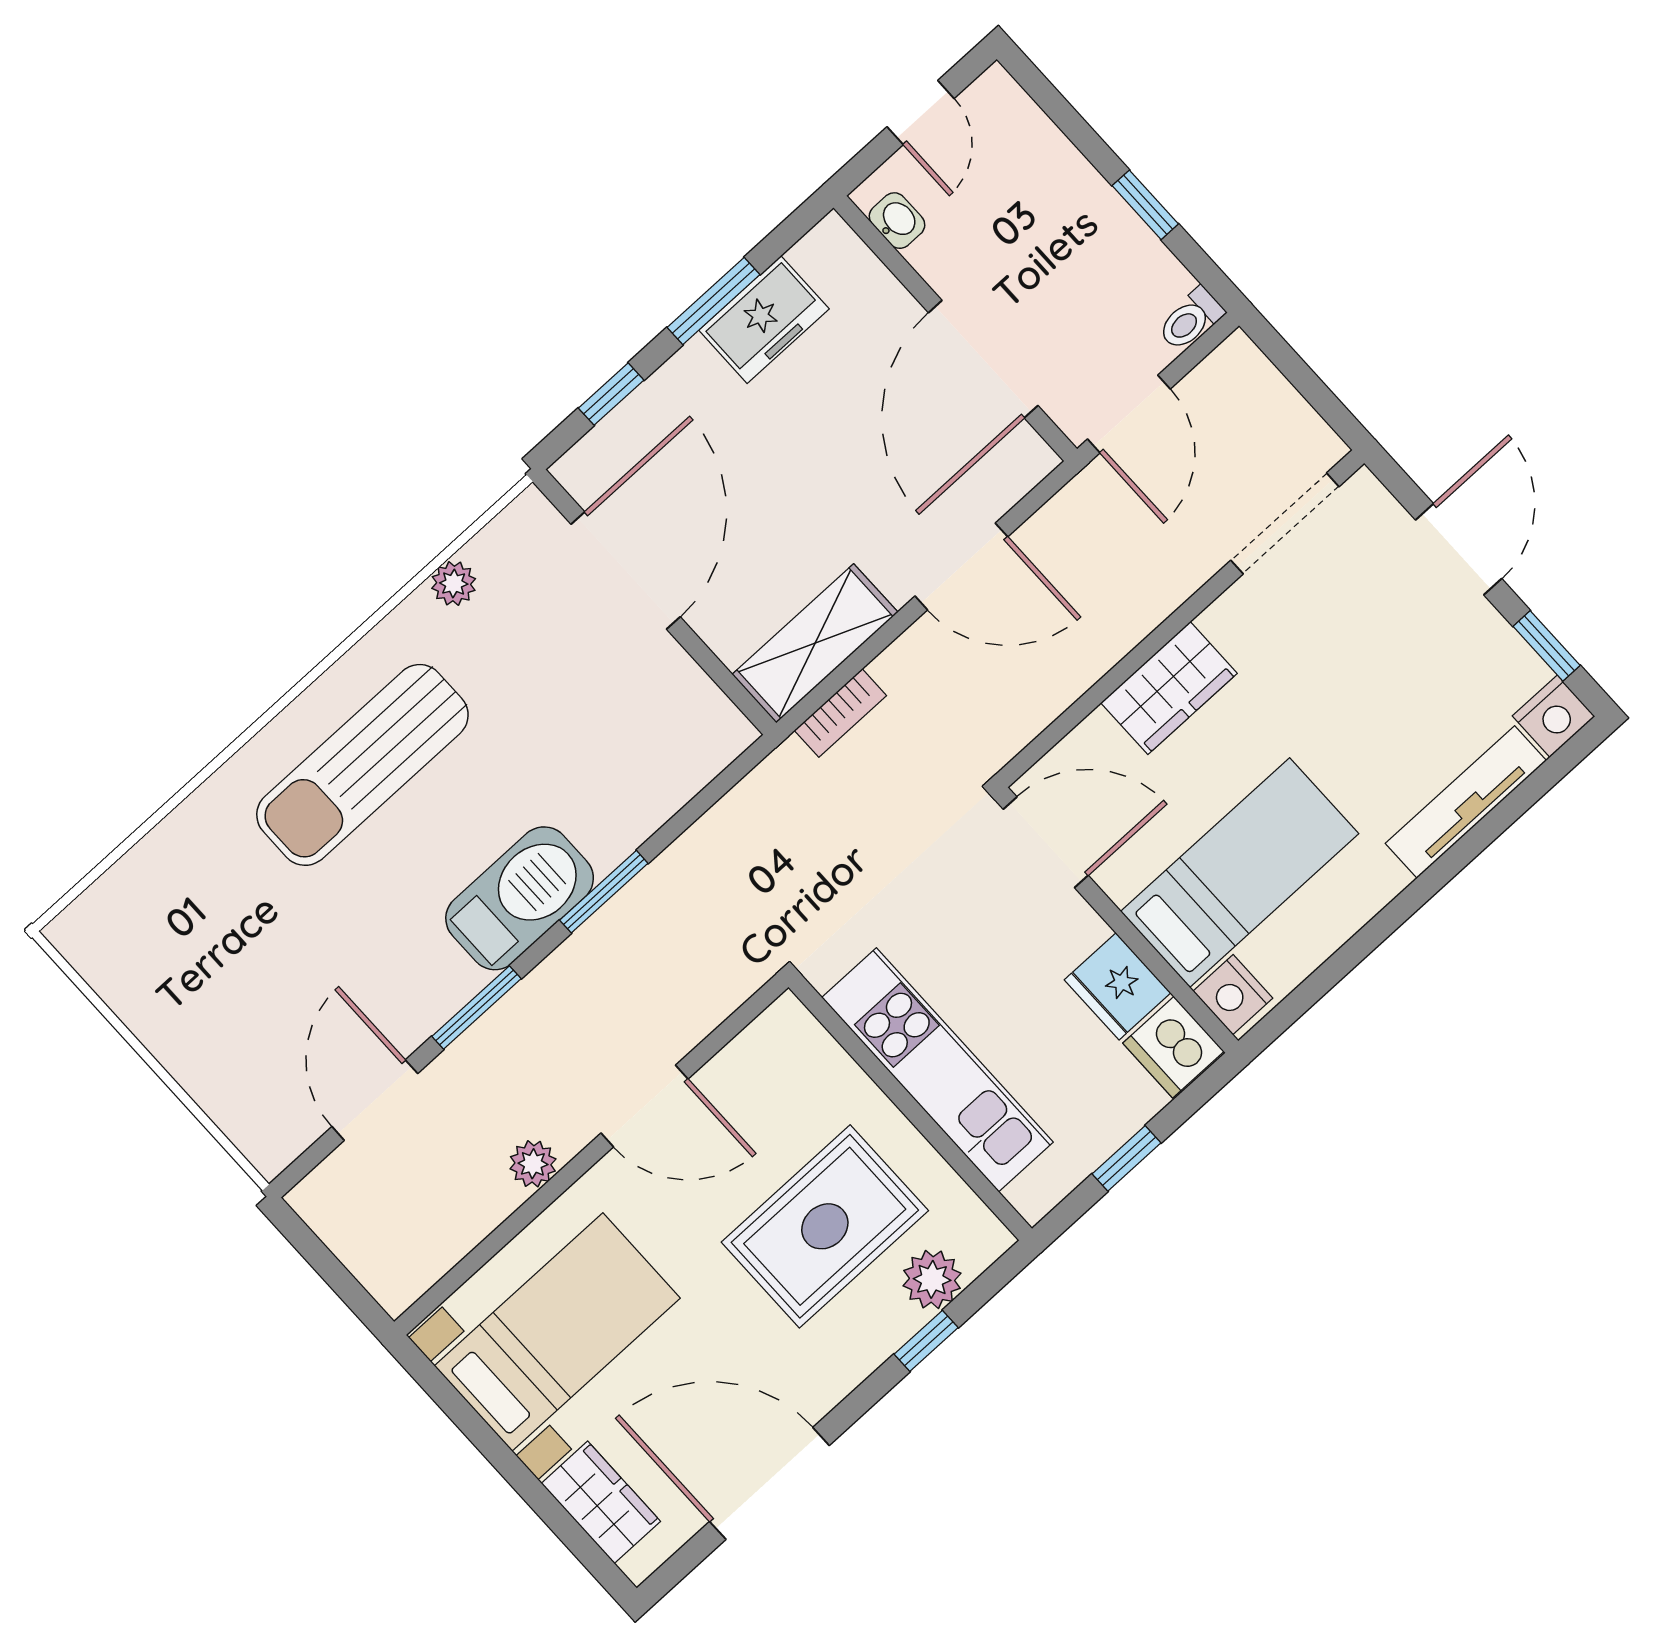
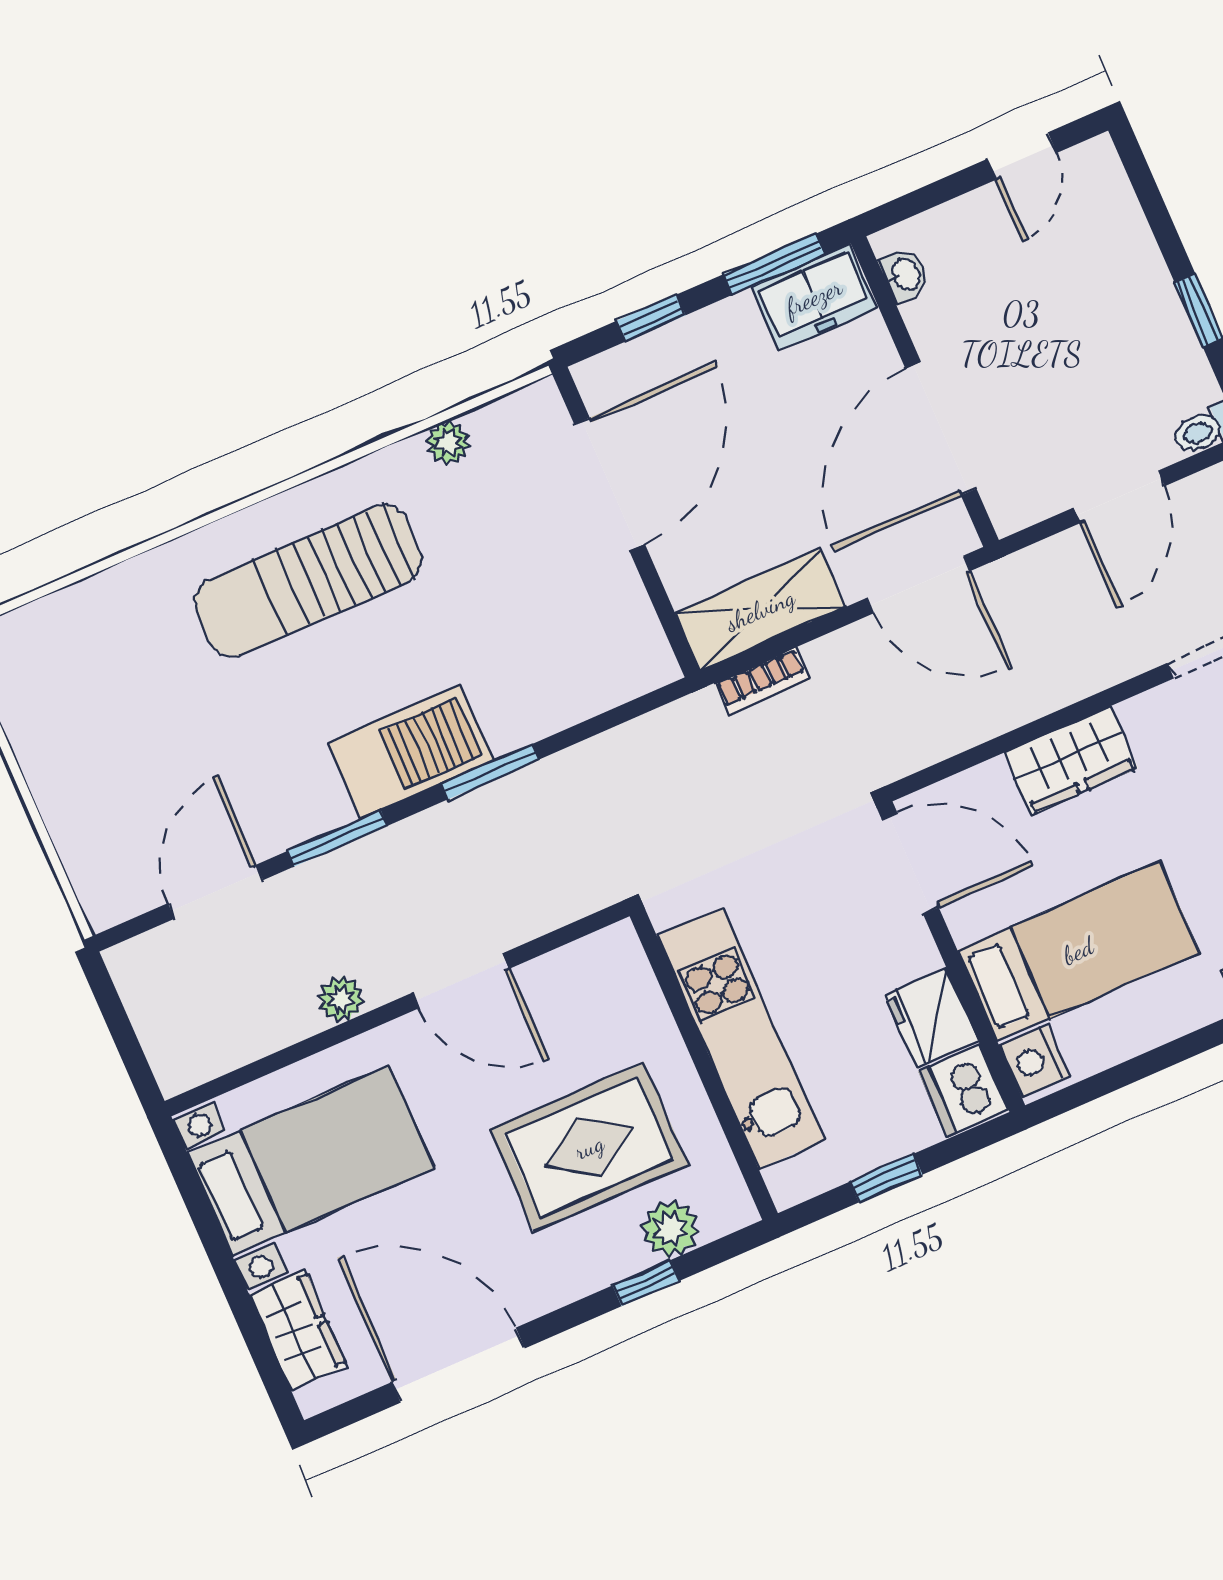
washbasin: (897, 221) -> (905, 275), moved
wall: (955, 328) -> (925, 392), moved
door: (983, 359) -> (941, 428), moved

